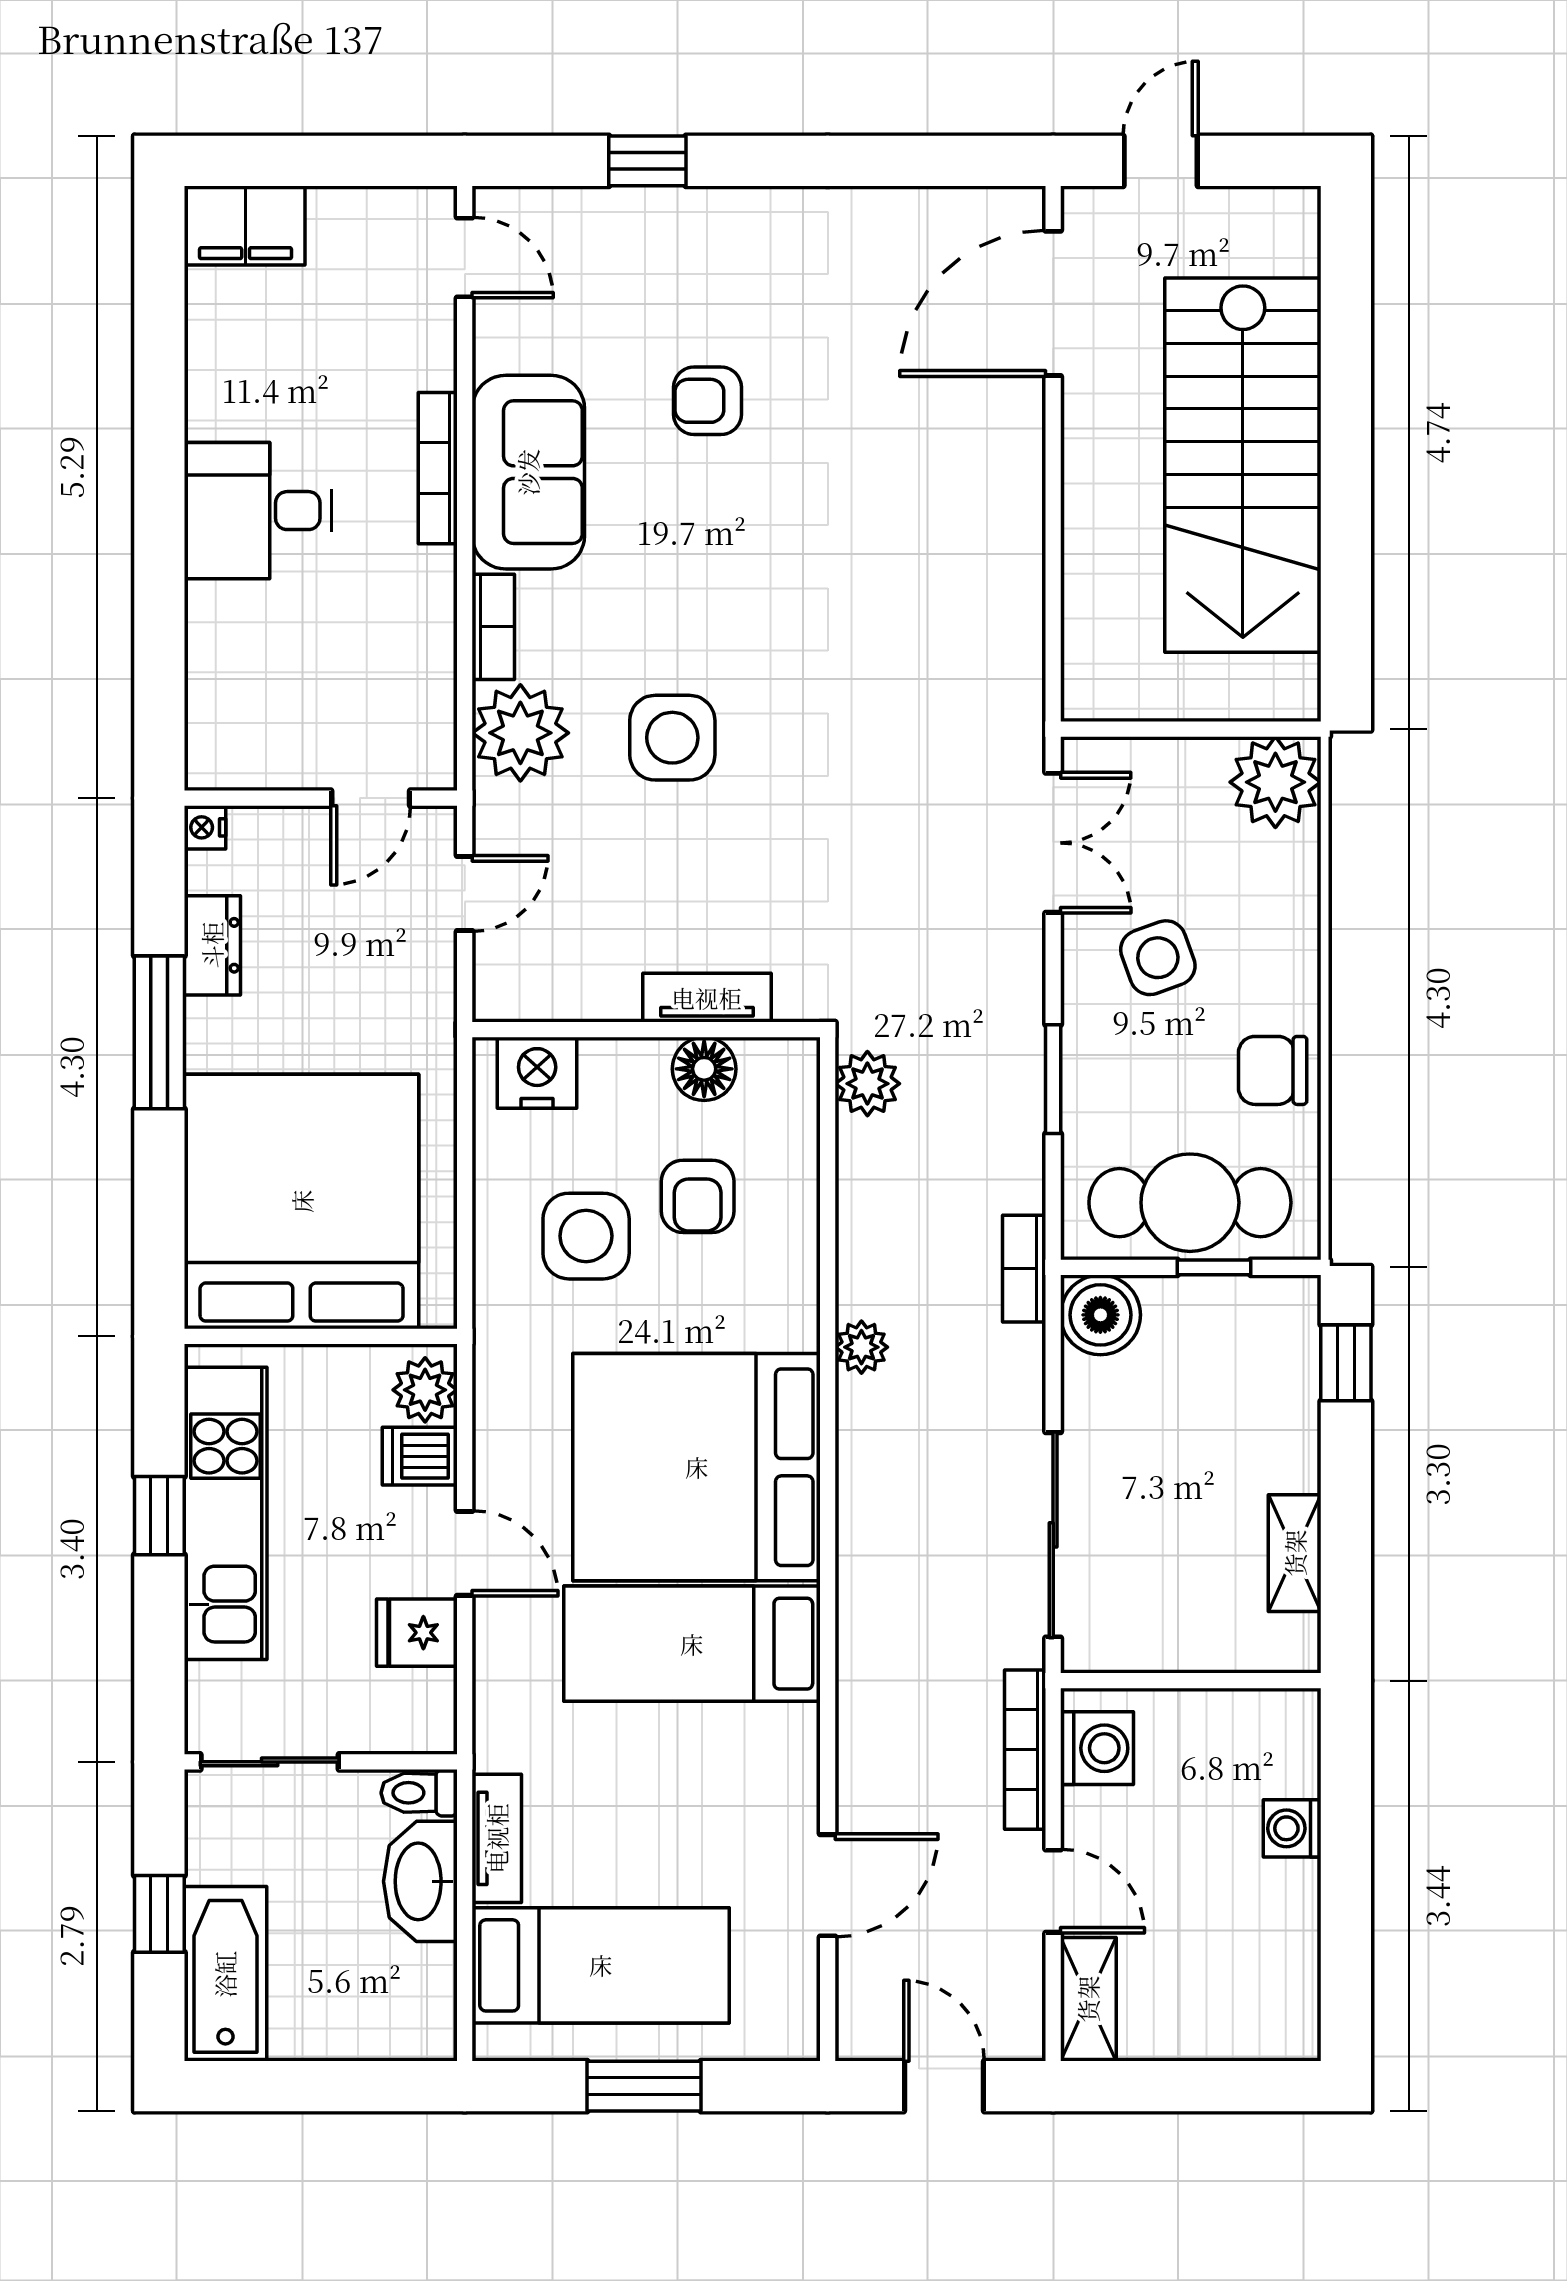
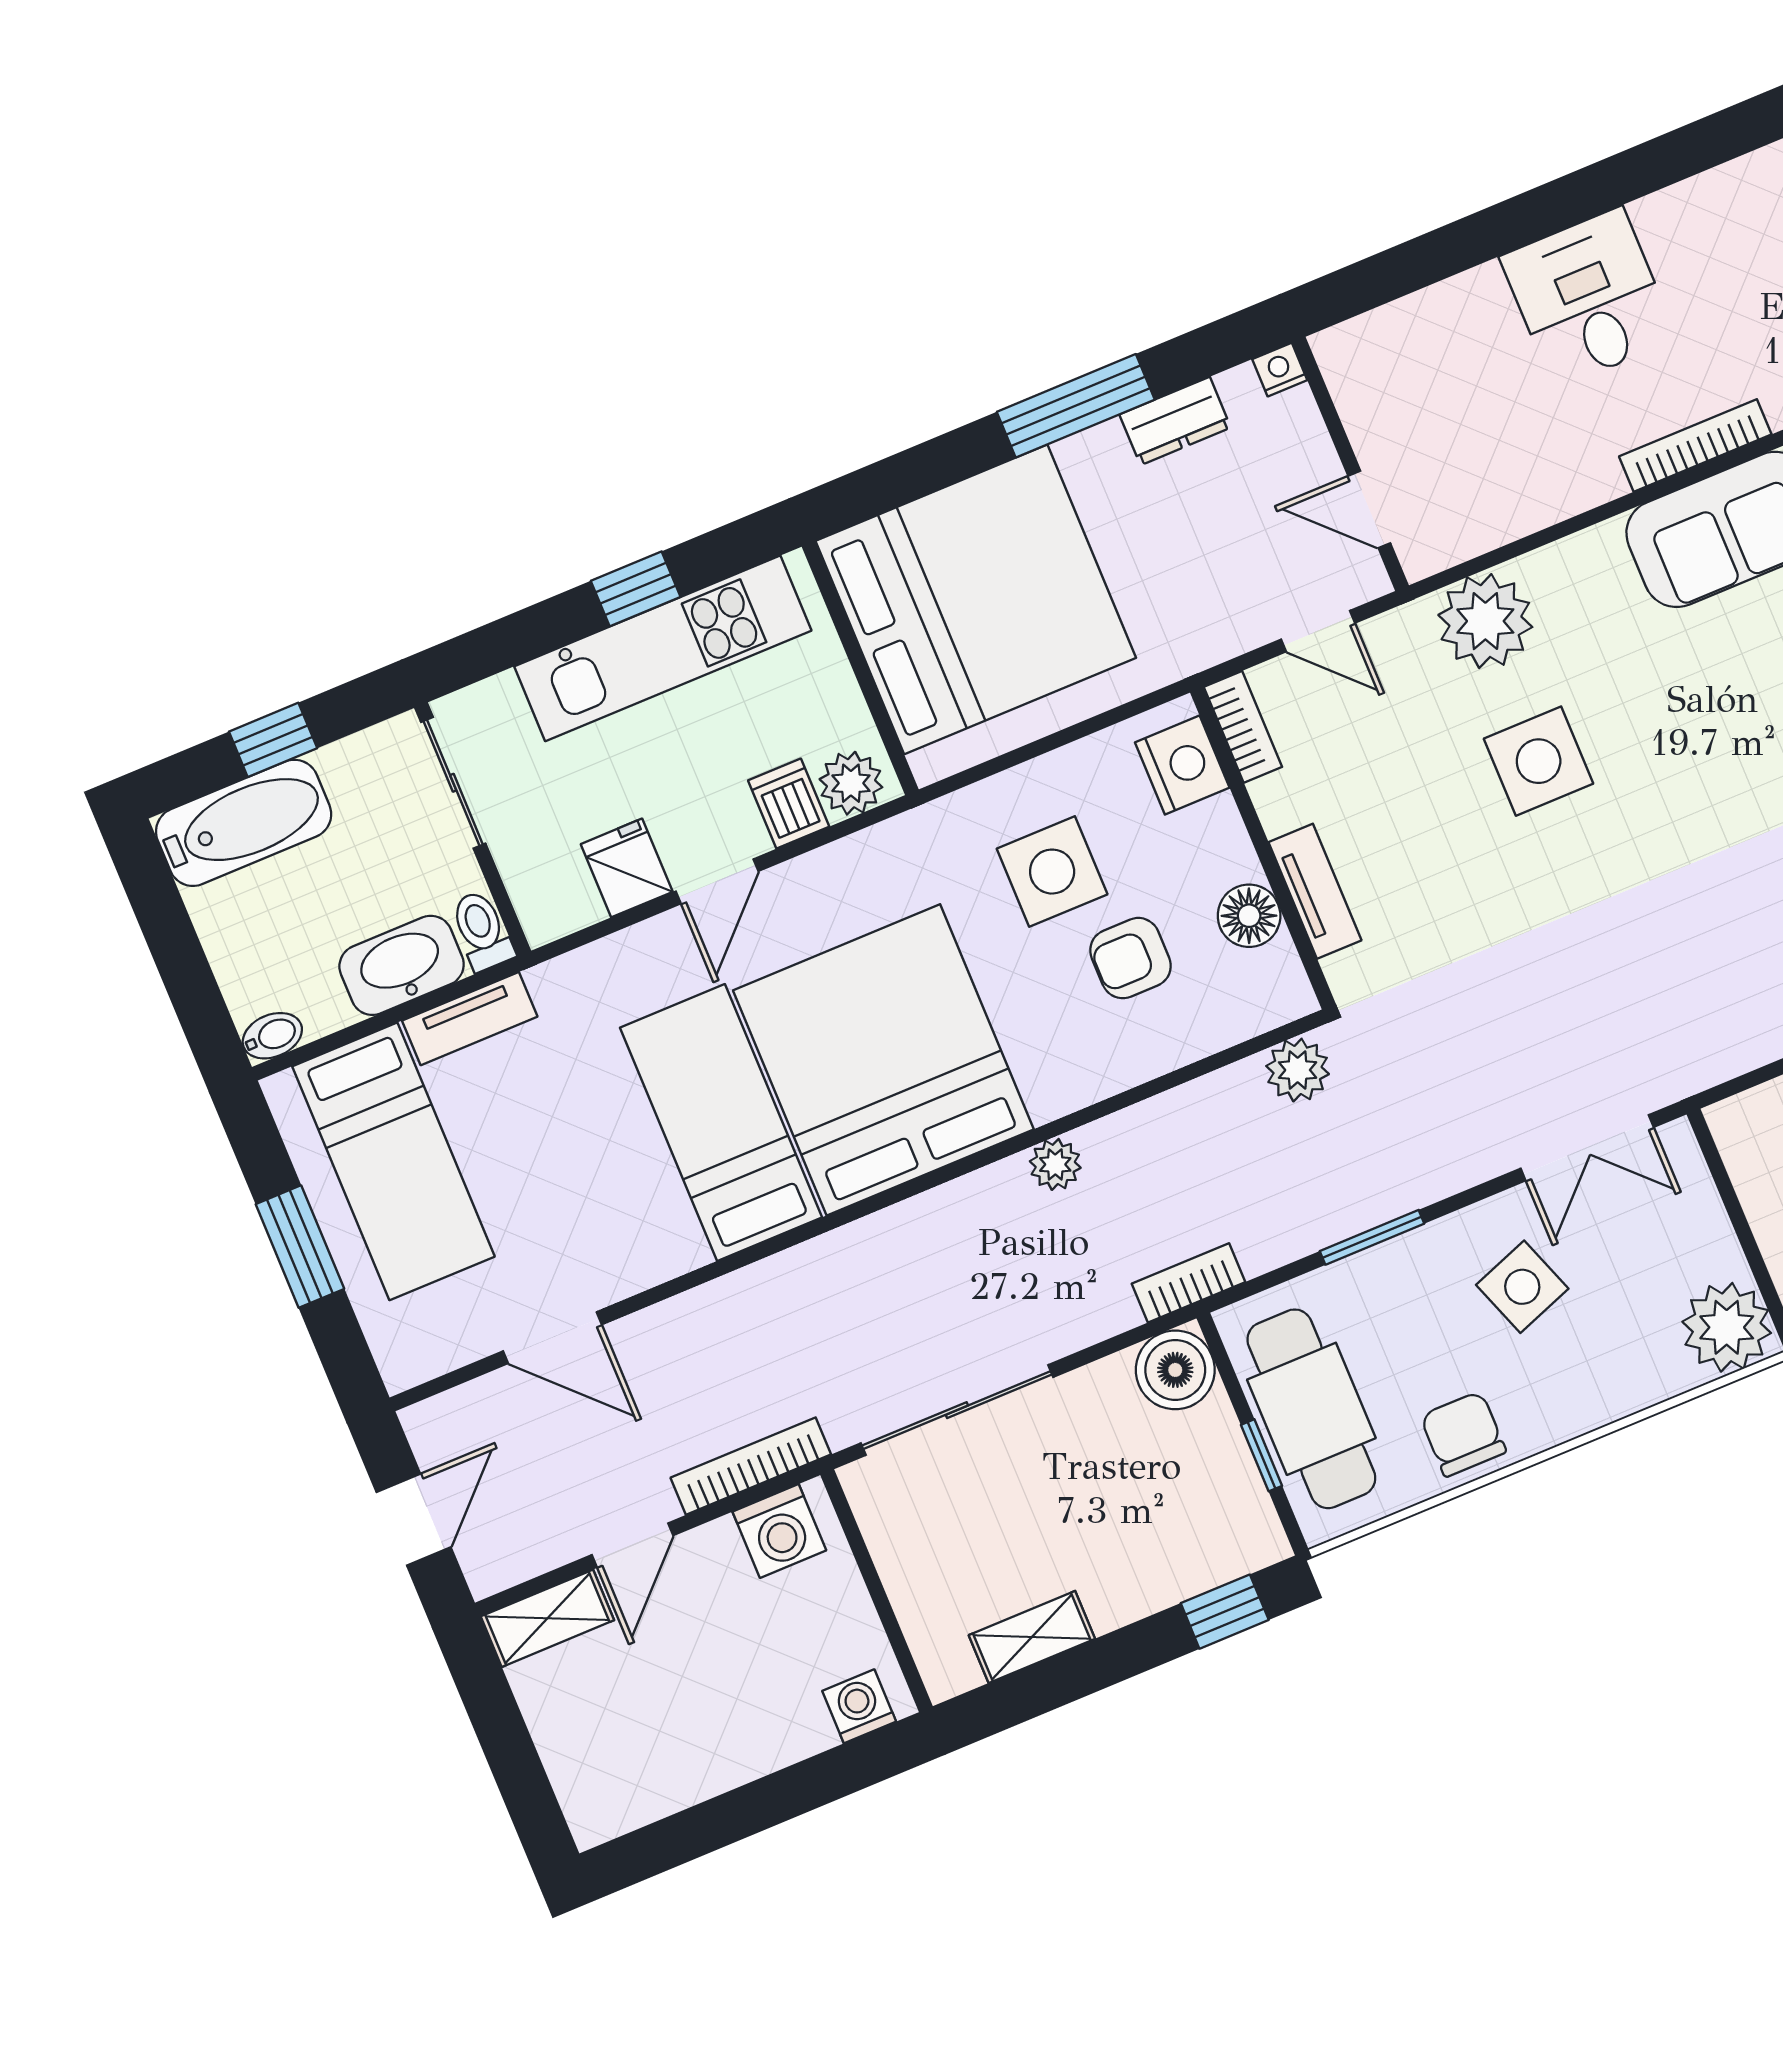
bookcase: (493, 627) -> (1243, 727), moved, turned -90
washing machine: (1292, 1828) -> (859, 1706), moved
bidet: (436, 2030) -> (272, 1036), added

